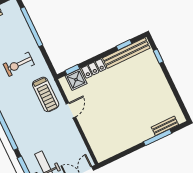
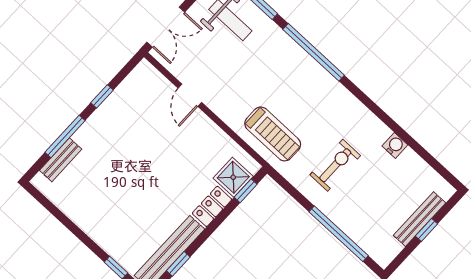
treadmill: (46, 94) -> (273, 134), turned 180
door: (71, 110) -> (190, 95), moved
window: (129, 151) -> (102, 96), added

